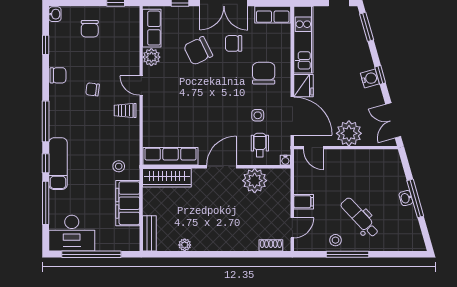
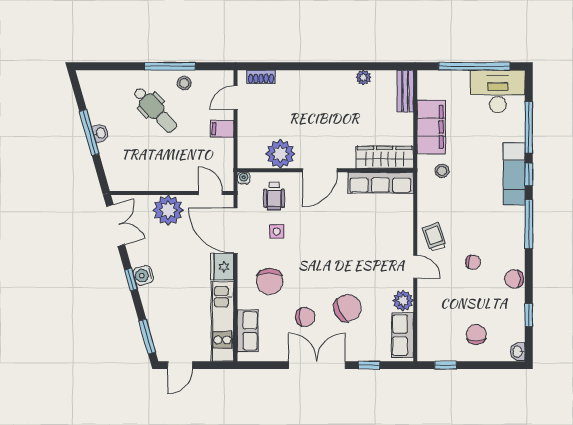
row of seats: (273, 15) -> (248, 331), moved, turned 90
trolley: (125, 110) -> (434, 237), turned -109

